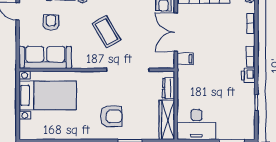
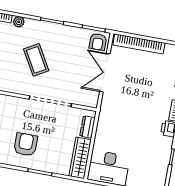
filing cabinet: (185, 59) -> (109, 101), removed
armchair: (111, 116) -> (26, 145), turned -90

